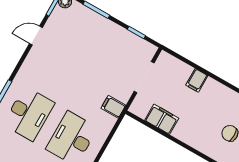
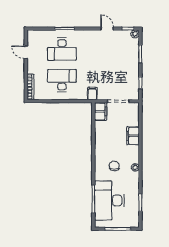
filing cabinet: (197, 80) -> (133, 136), width x2.00
filing cabinet: (162, 119) -> (101, 111), moved

